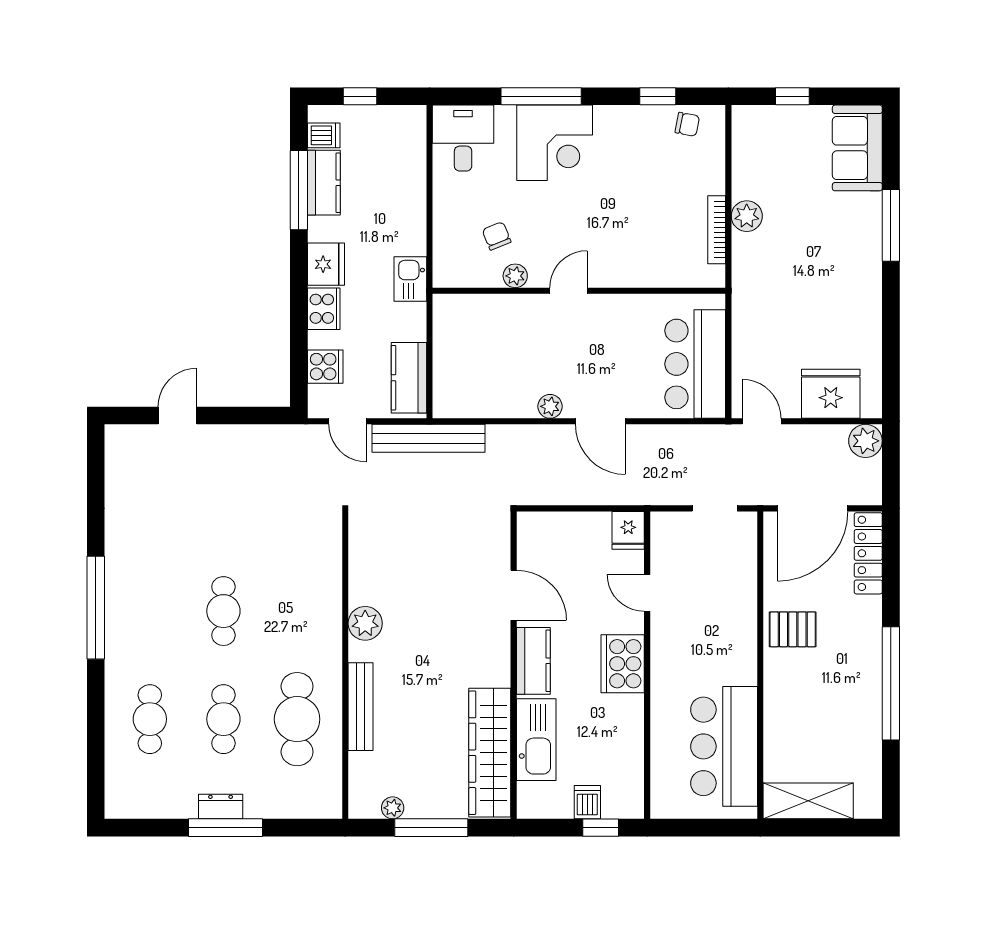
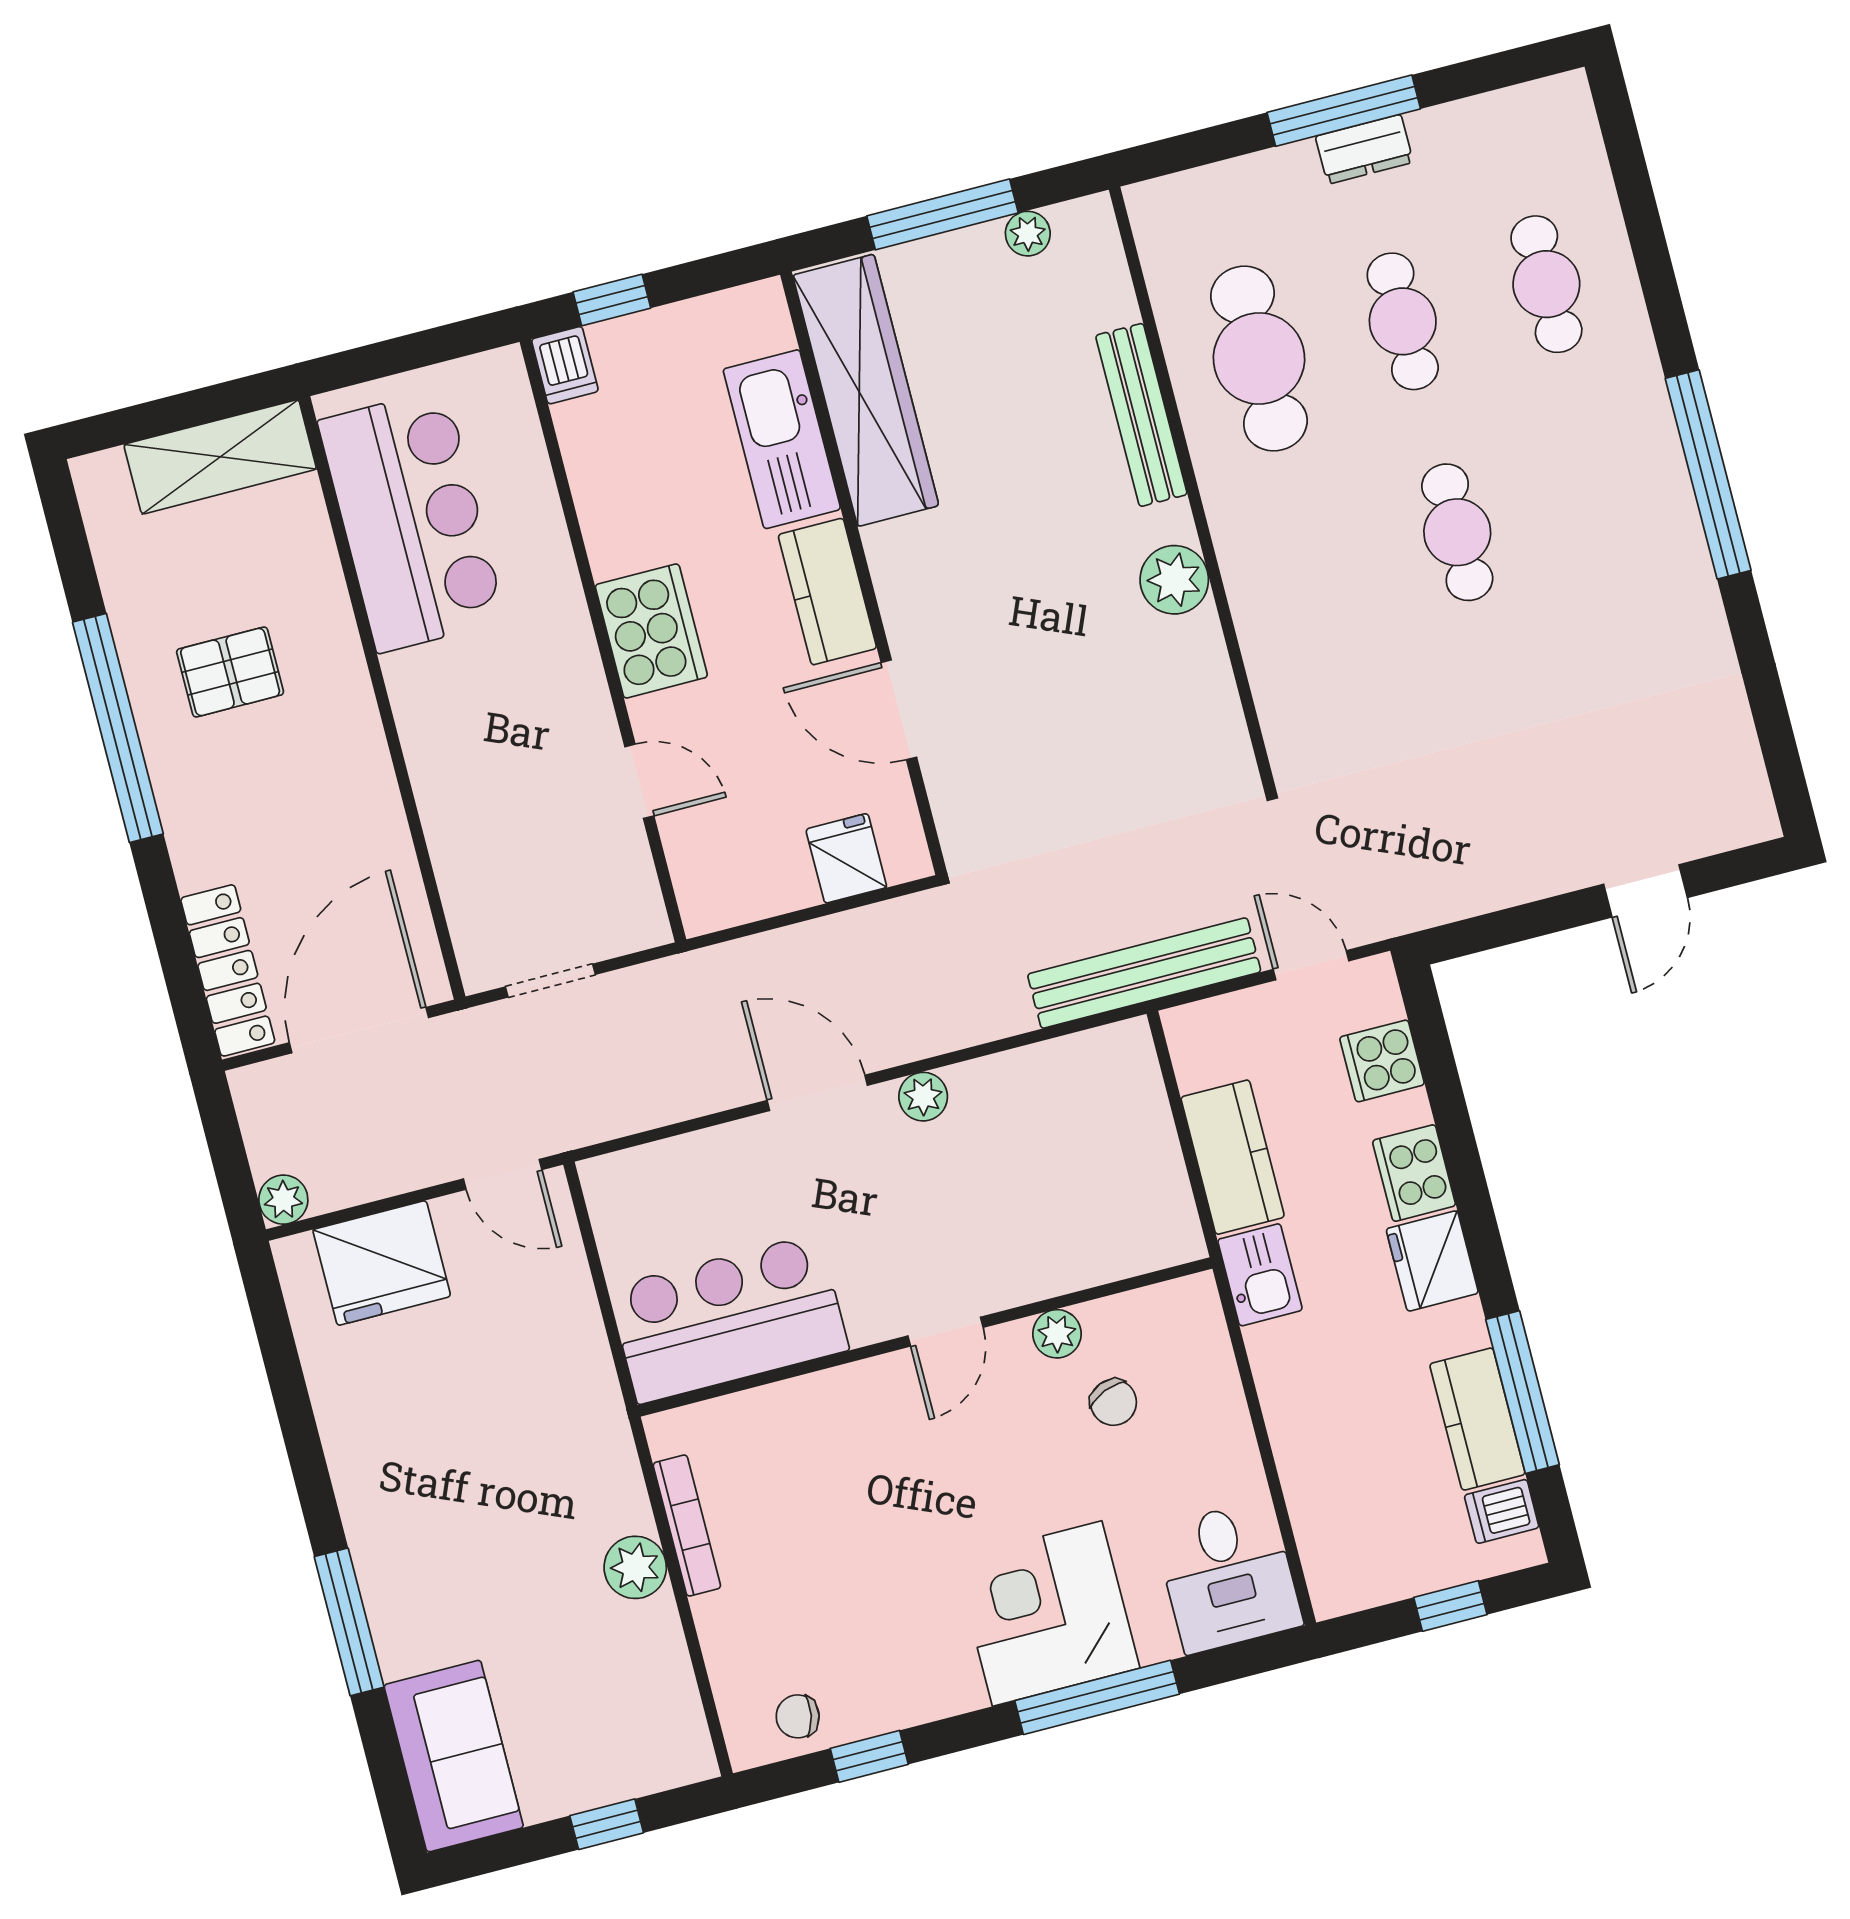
bar counter: (695, 364) -> (729, 1319), moved, turned -90
kitchen counter: (409, 378) -> (1233, 1157), moved
plant: (865, 441) -> (283, 1200), width x0.73, depth x0.73
fridge: (628, 530) -> (846, 858), moved
pallet: (793, 629) -> (230, 672), moved
dishwasher: (587, 802) -> (565, 365), moved

